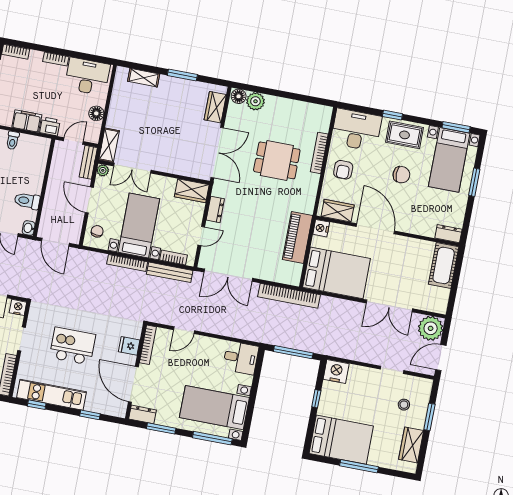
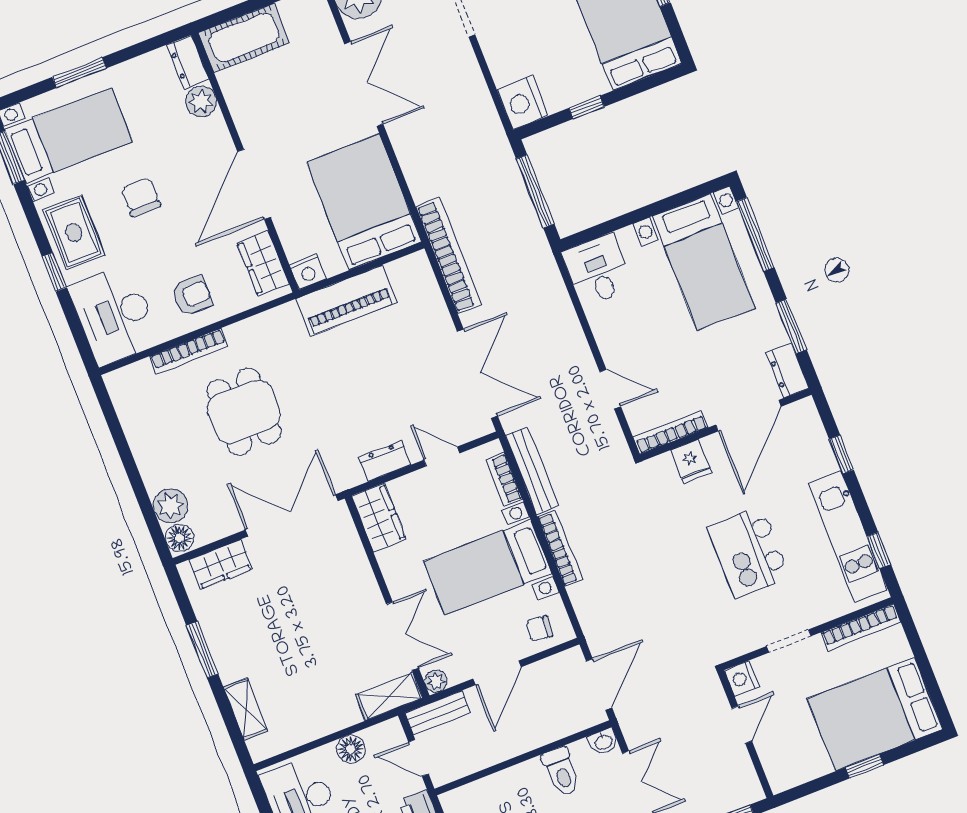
plant: (427, 229) -> (201, 101), added

